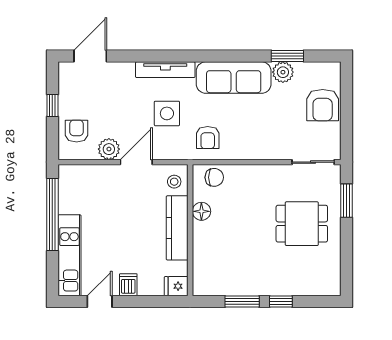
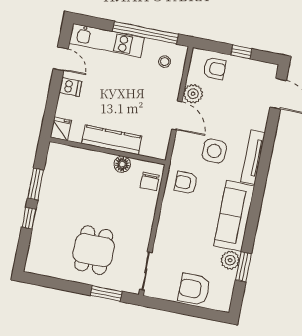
stool: (174, 182) -> (165, 62), moved

